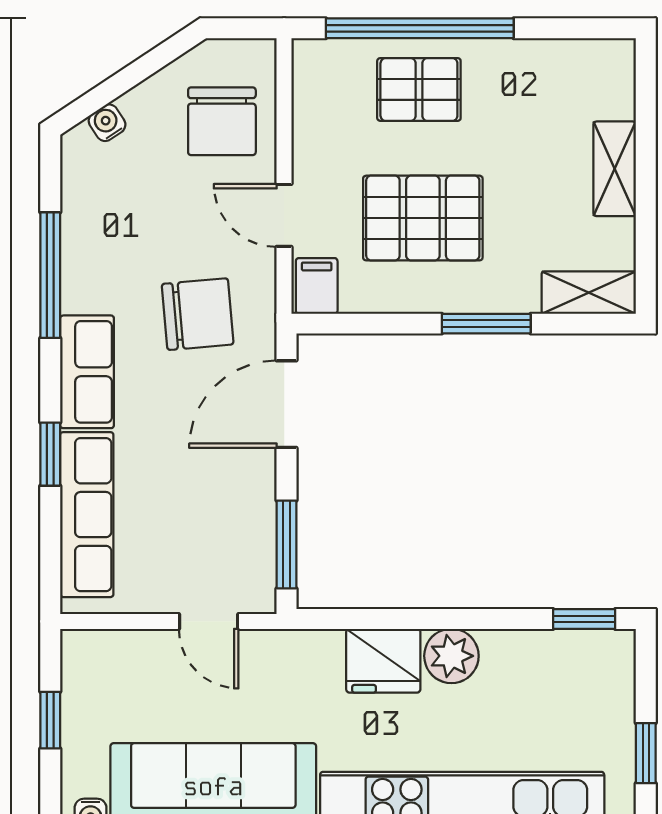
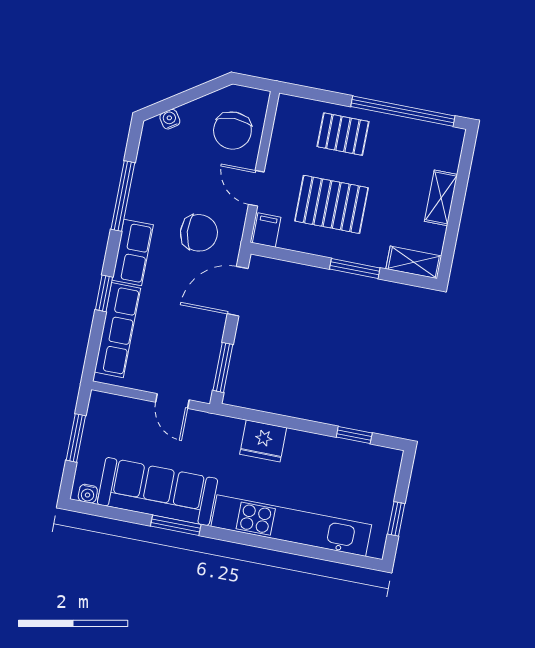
window: (420, 28) -> (403, 111), moved
window: (584, 619) -> (354, 435), moved
plant: (451, 656) -> (301, 446), removed
window: (50, 720) -> (76, 438), width x1.50

